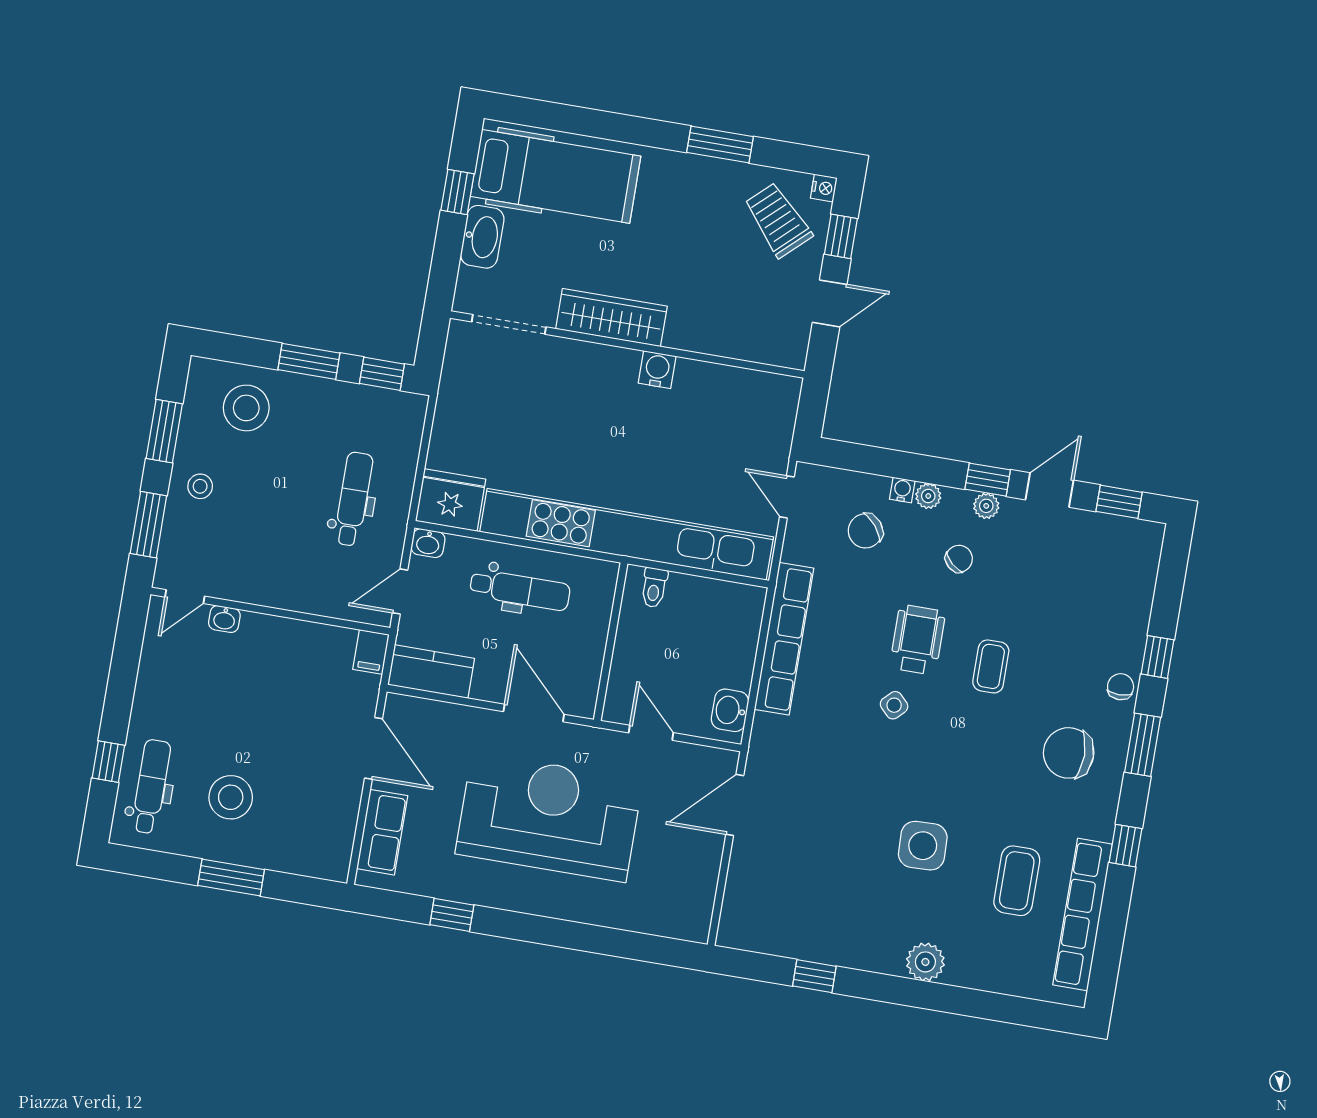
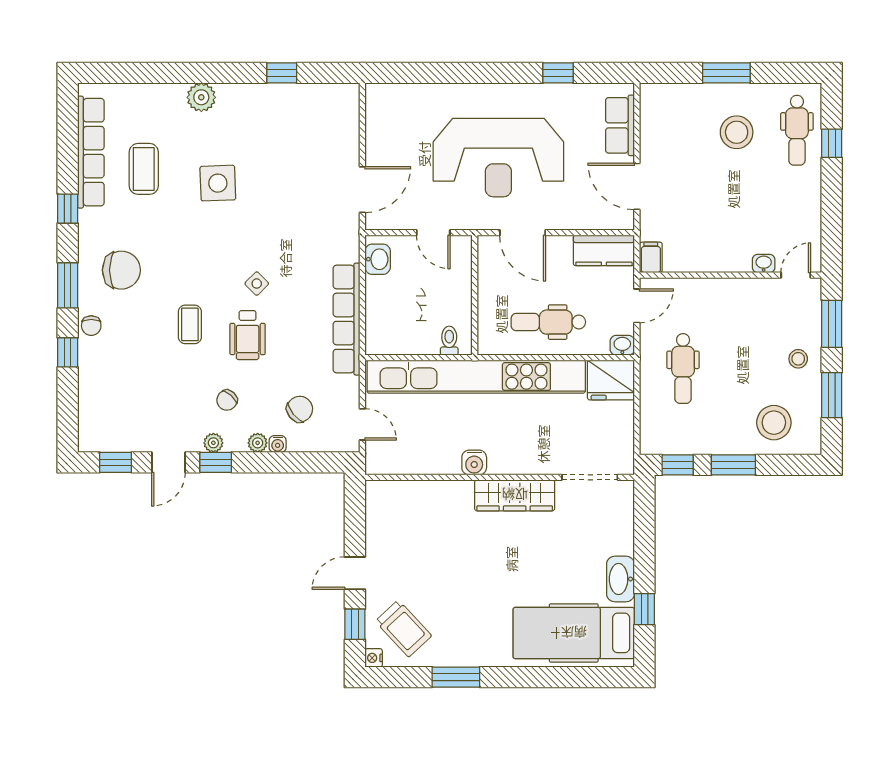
wardrobe: (611, 318) -> (515, 495), moved
doorway: (509, 324) -> (590, 477), moved
wall: (627, 344) -> (500, 477), moved
water cooler: (657, 370) -> (474, 463), moved

